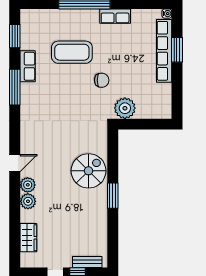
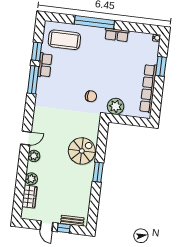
window: (15, 36) -> (37, 51), moved
row of seats: (164, 51) -> (148, 88), moved
coffee table: (72, 52) -> (64, 40), moved
chair: (102, 80) -> (91, 96), moved
plant: (28, 201) -> (31, 179), moved

